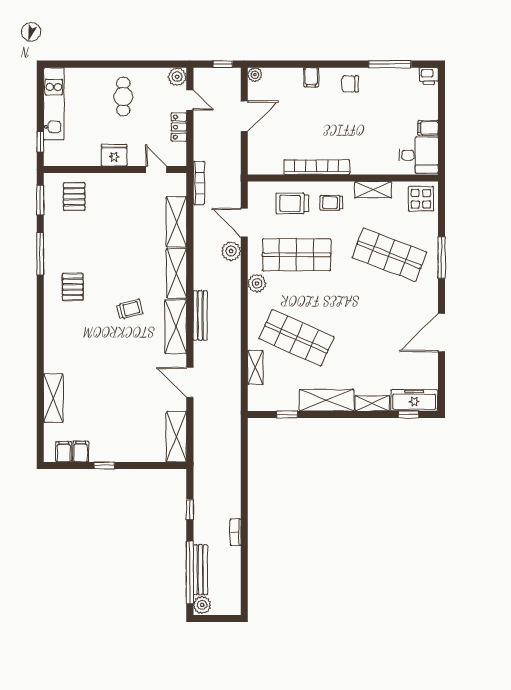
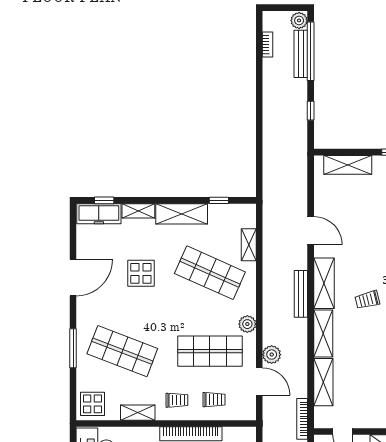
trolley: (292, 203) -> (214, 400), width x0.73, depth x0.72
display table: (370, 337) -> (141, 273), added
shelving: (176, 437) -> (348, 165), moved, turned 90
bookcase: (236, 532) -> (267, 44), moved

